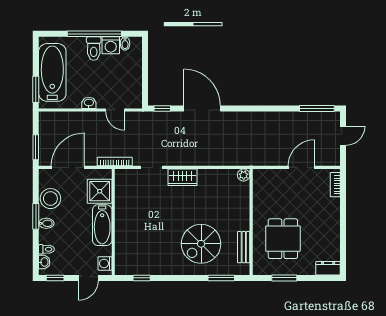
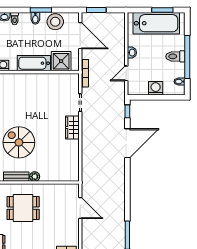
washing machine: (111, 45) -> (156, 88), moved, turned 90
window: (36, 89) -> (162, 10), moved
door: (301, 167) -> (80, 208), moved
plant: (244, 175) -> (35, 177), moved

